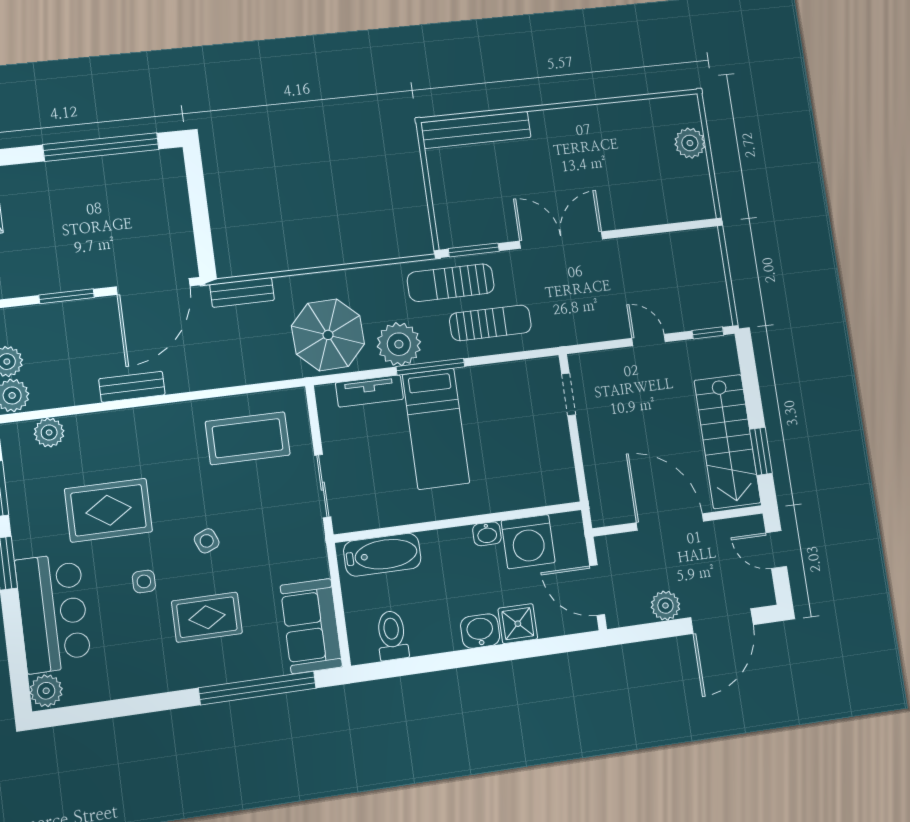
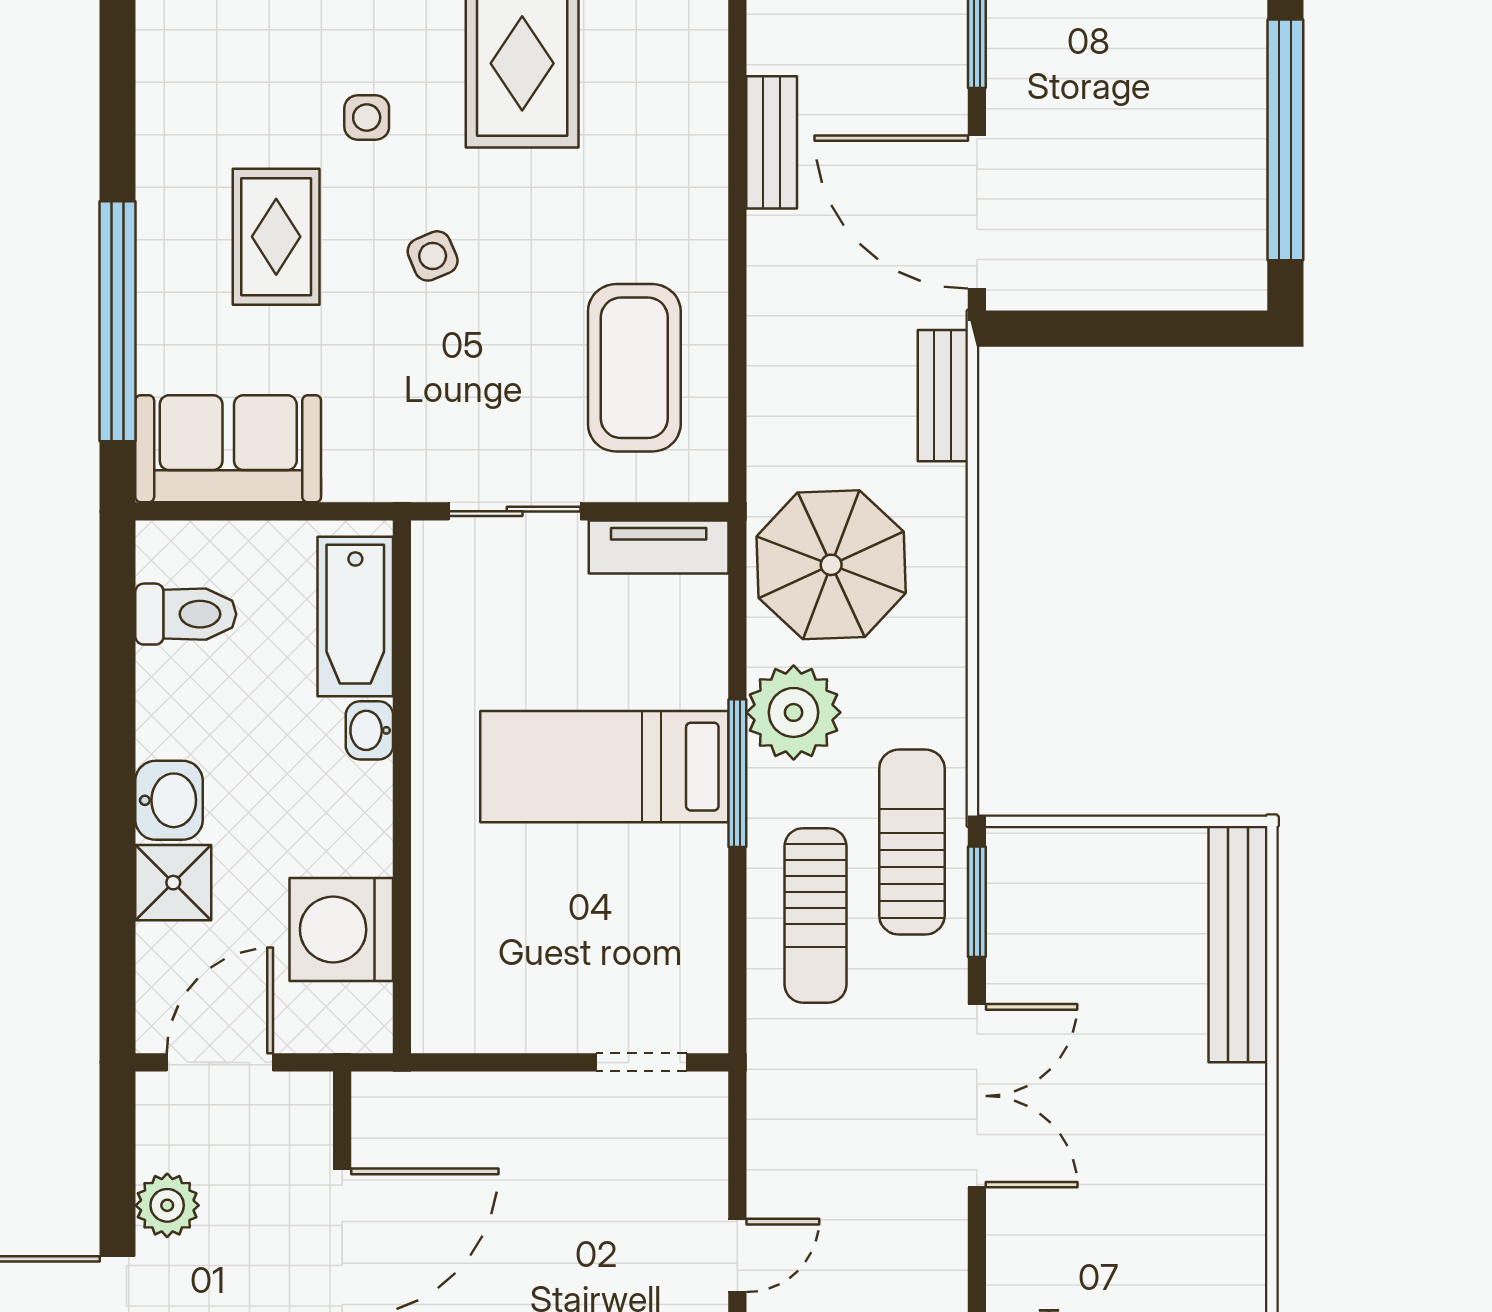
tv unit: (369, 391) -> (659, 547), moved, turned -90
washbasin: (487, 534) -> (369, 730), moved

